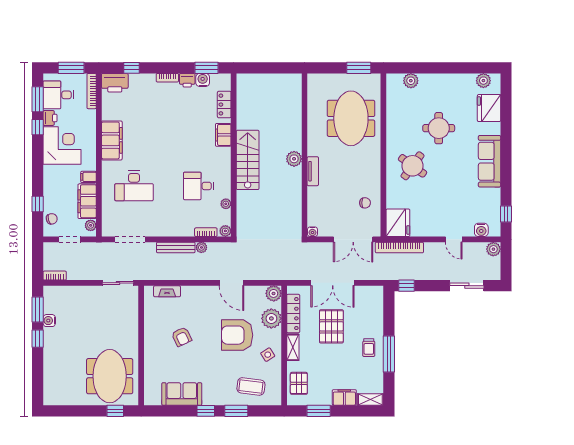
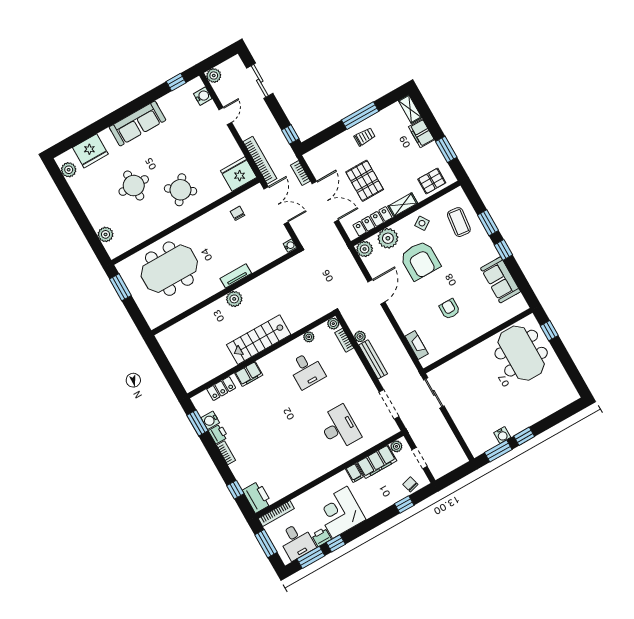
filing cabinet: (112, 140) -> (310, 471), removed
bookcase: (55, 276) -> (300, 173), moved
pallet: (331, 326) -> (365, 181), turned 90
armchair: (182, 337) -> (450, 309), turned -65
meeting table: (110, 376) -> (521, 353), turned 90

